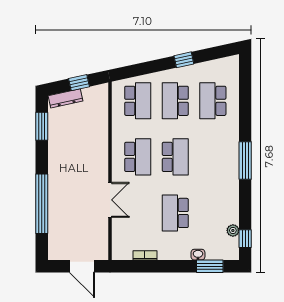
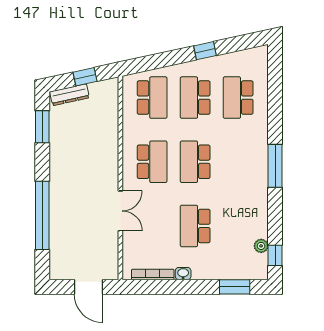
school desk: (175, 157) -> (195, 162), turned 180
bookcase: (145, 255) -> (153, 274), width x1.56
washbasin: (198, 255) -> (183, 274), moved

